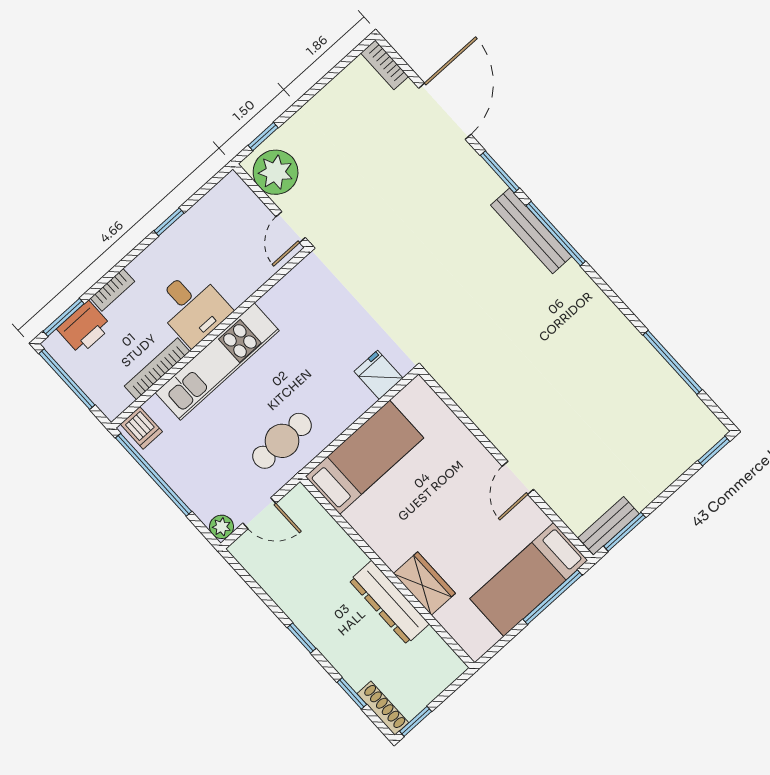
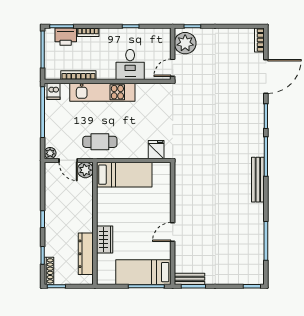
bench: (531, 231) -> (258, 180), moved
desk: (192, 307) -> (130, 64), moved
plant: (299, 504) -> (85, 170), added
dresser: (389, 602) -> (86, 254), moved

